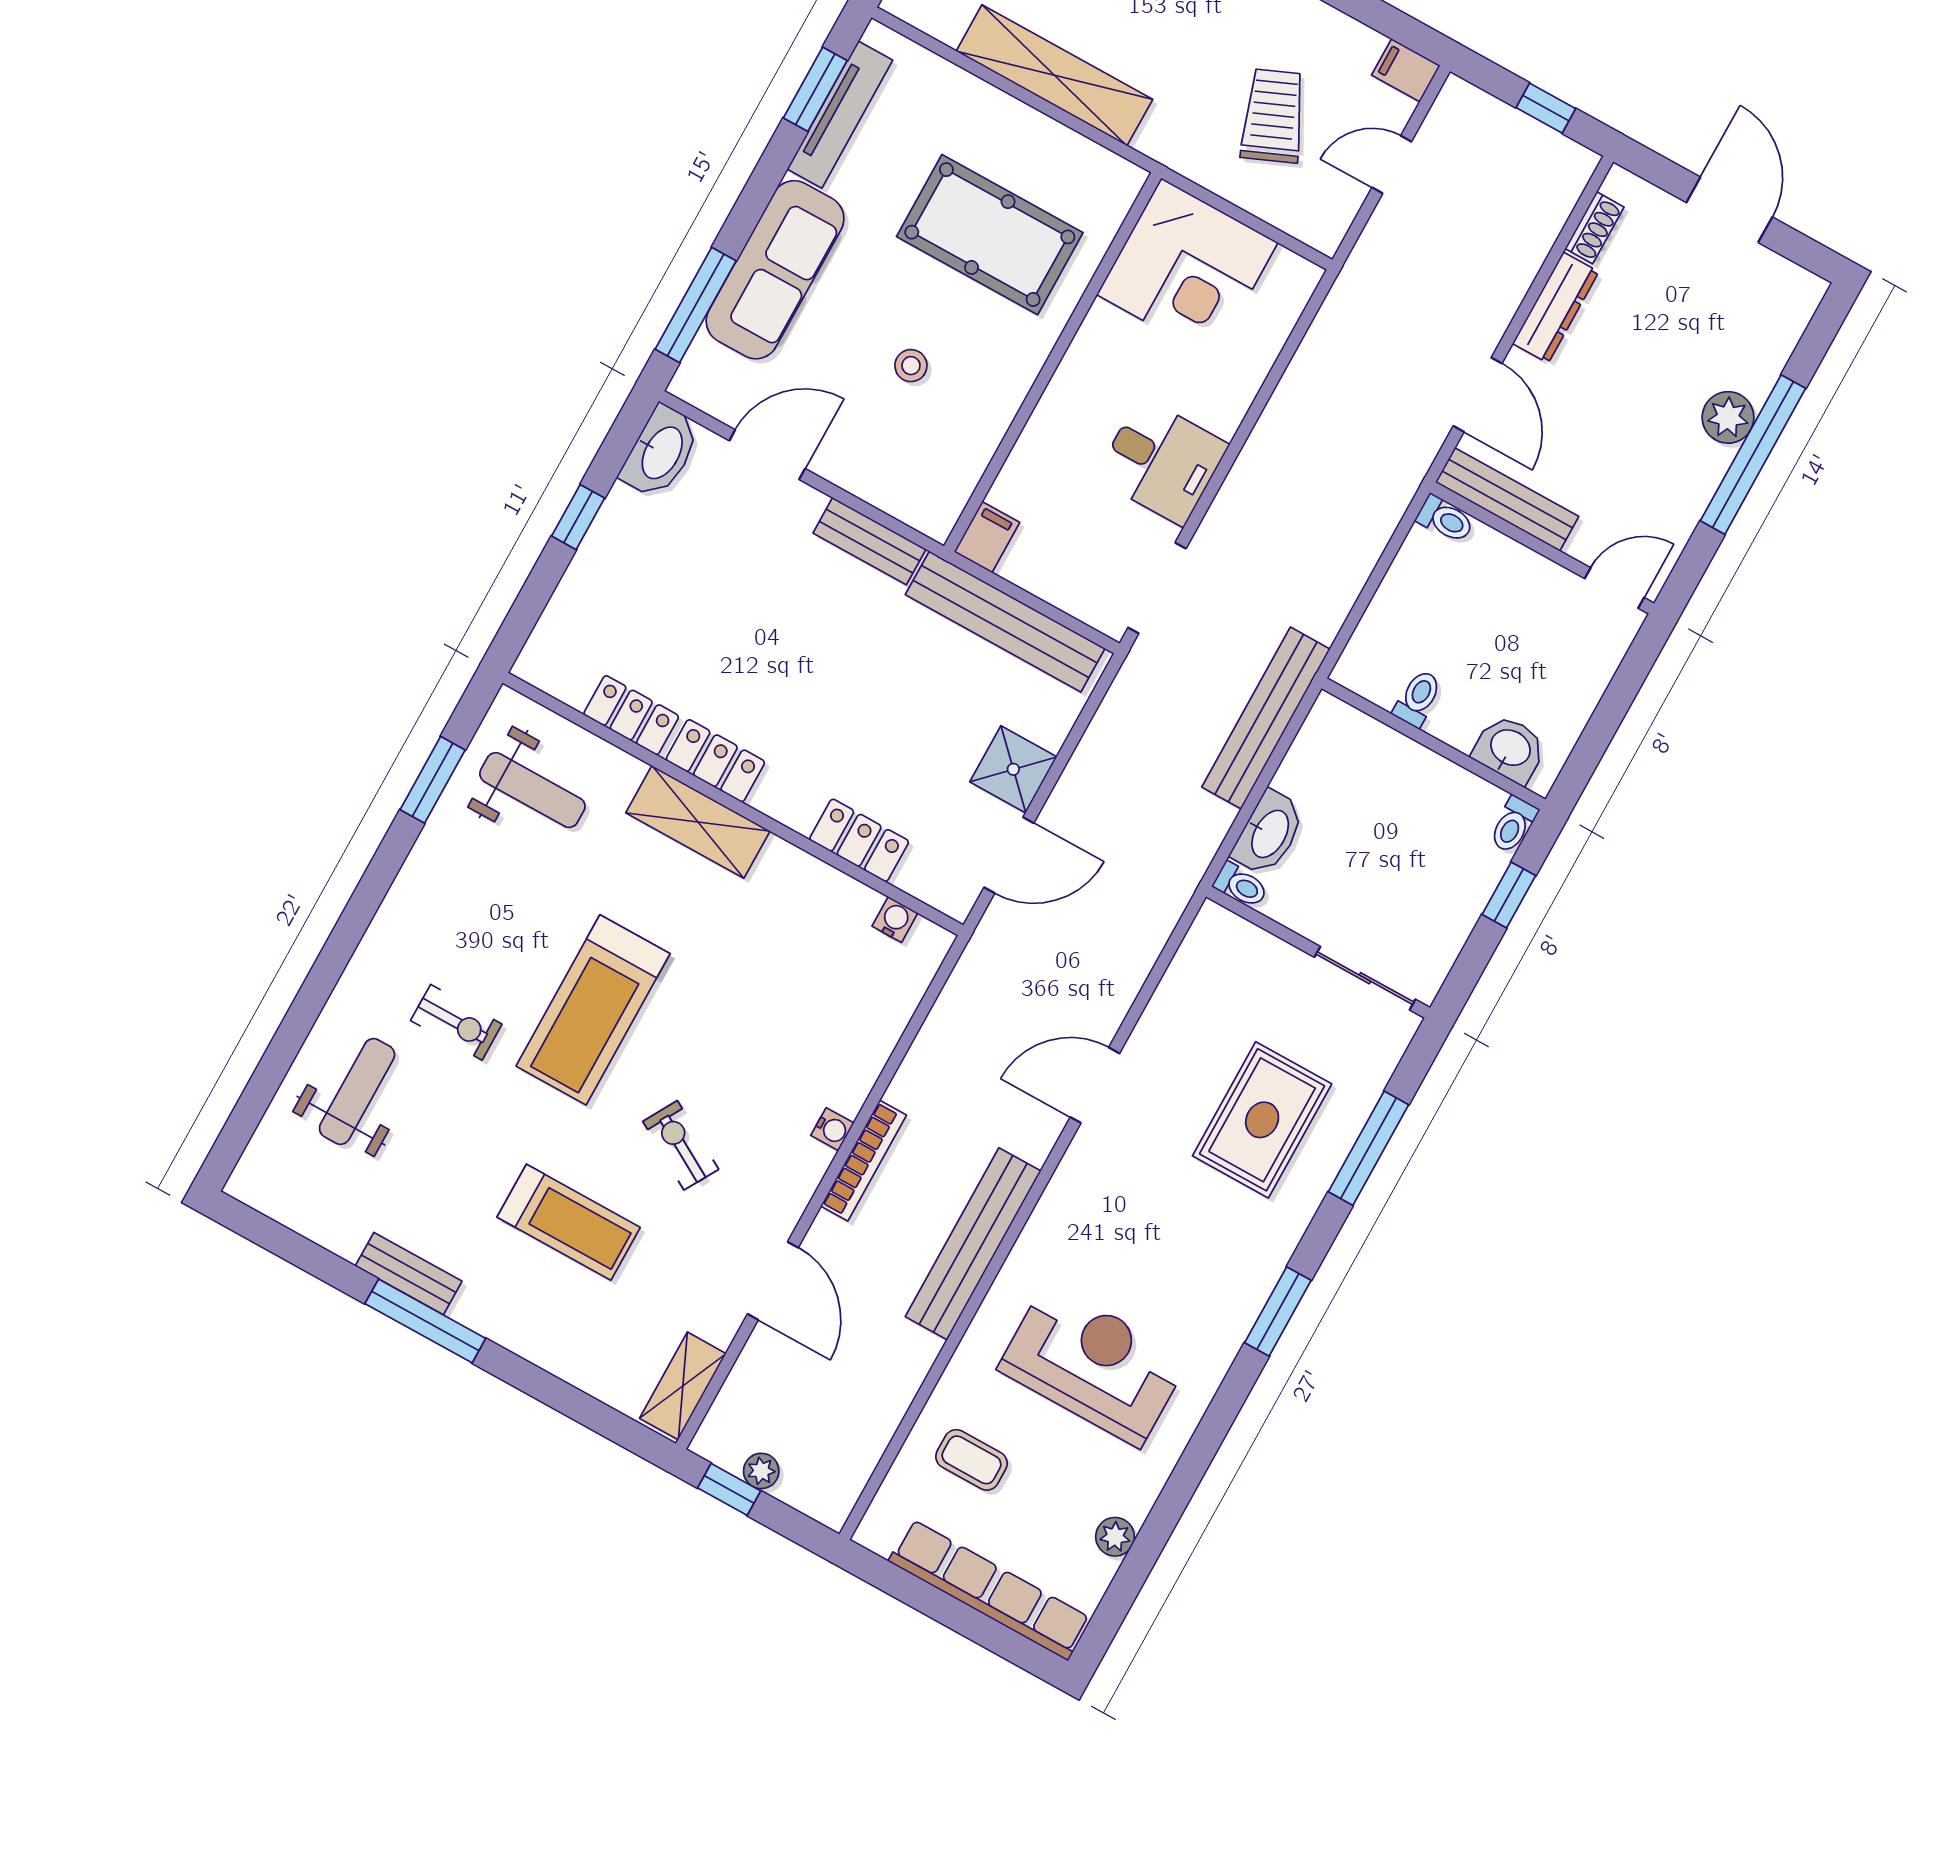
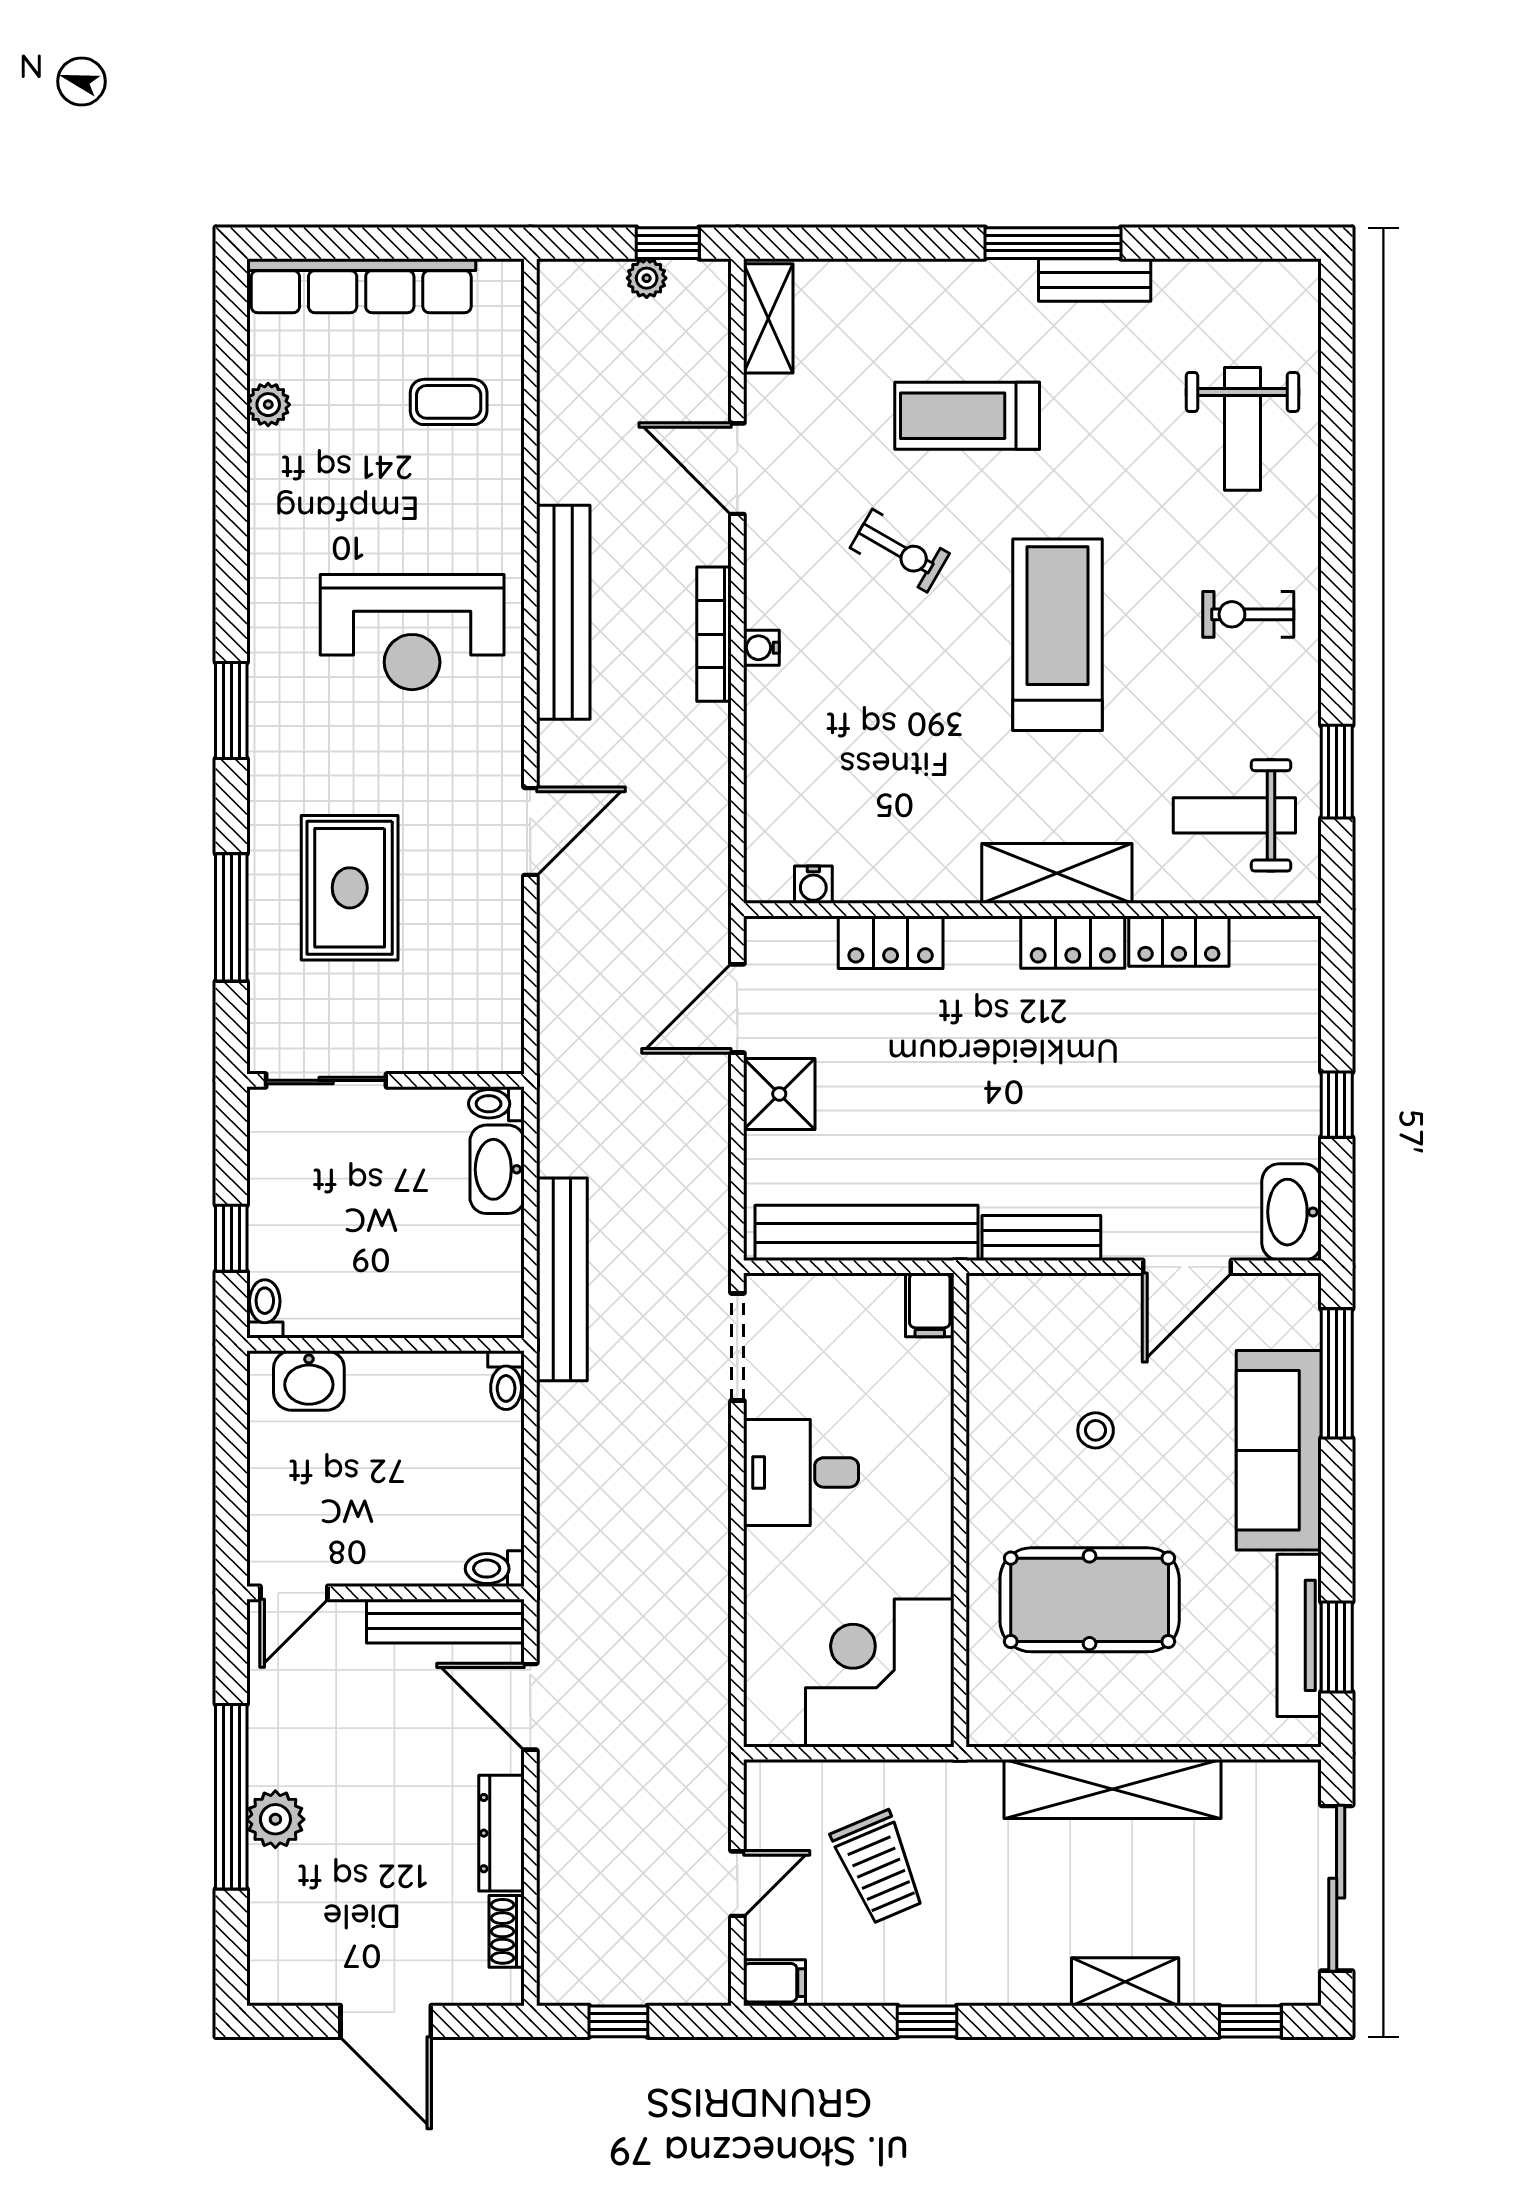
toilet: (1418, 698) -> (506, 1380), moved
exercise bike: (456, 1022) -> (1248, 614), moved
reception desk: (1093, 1364) -> (412, 632), moved

